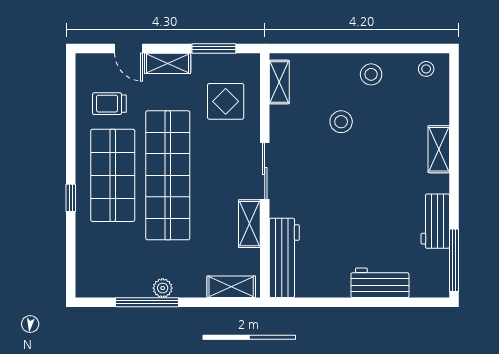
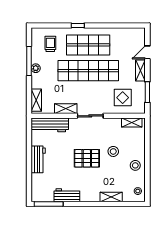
trolley: (109, 104) -> (50, 44), moved
shelving: (439, 149) -> (111, 197), moved
pallet: (356, 178) -> (87, 158), added
workbench: (380, 283) -> (38, 159), moved

